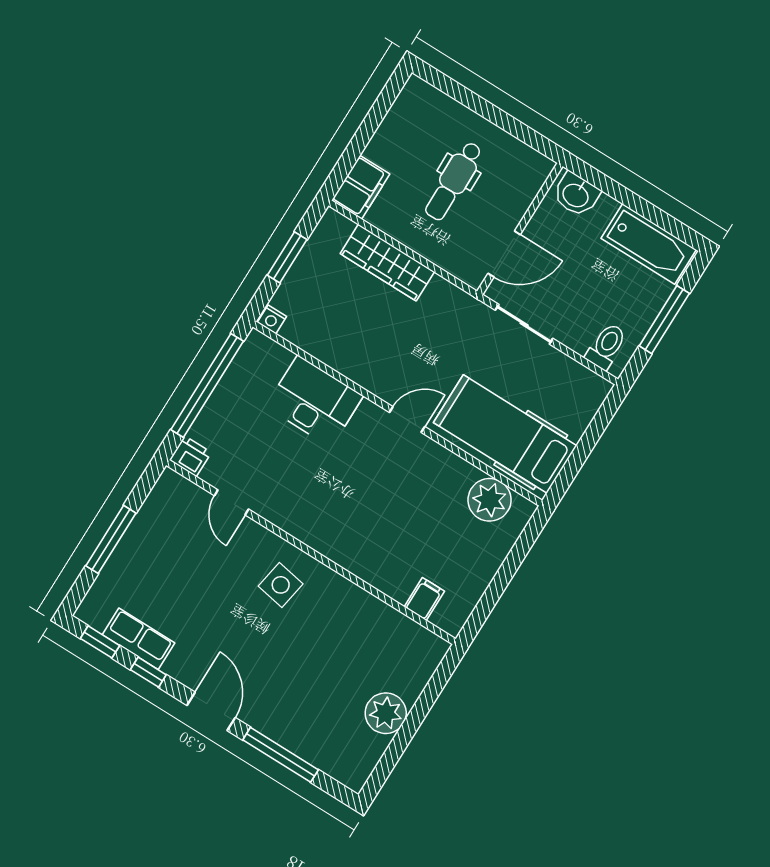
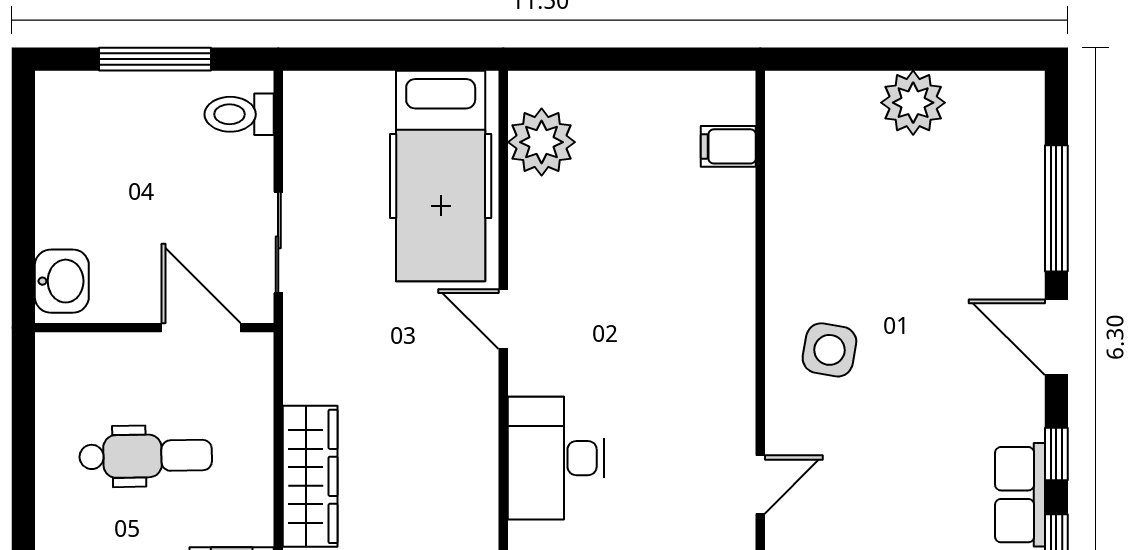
bathtub: (649, 244) -> (67, 143), removed
door: (211, 711) -> (1056, 337), hinge flipped

